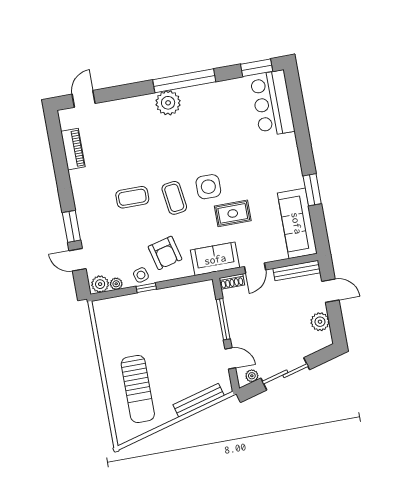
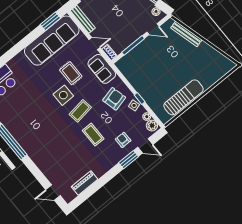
plant: (168, 103) -> (29, 144), removed
window: (312, 190) -> (50, 21), moved
sofa: (297, 223) -> (52, 41), width x1.36, depth x1.27
armchair: (102, 234) -> (123, 140), added
door: (77, 260) -> (145, 146), hinge flipped
door: (230, 358) -> (153, 29), swing flipped
sun lounger: (138, 389) -> (183, 97), moved

